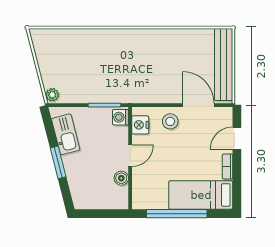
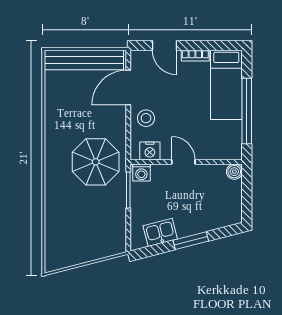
parasol: (130, 75) -> (96, 162), added
plant: (52, 95) -> (117, 247), removed
kitchen sink: (66, 134) -> (160, 232), width x0.73
boiler: (121, 178) -> (234, 172), moved

